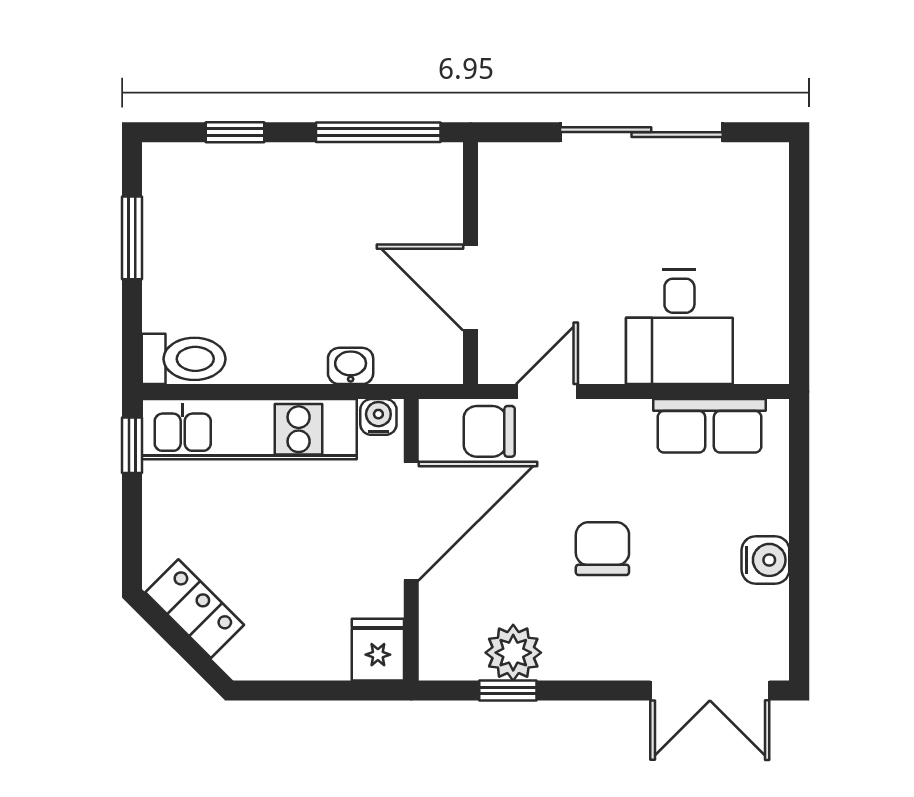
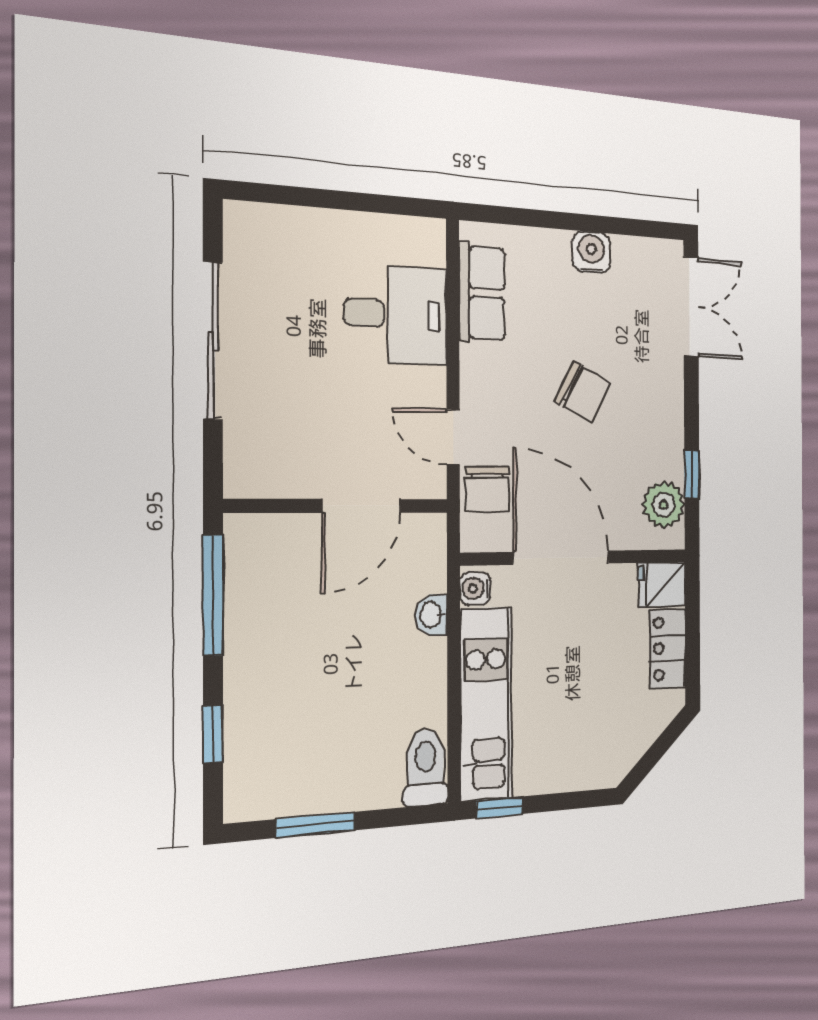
chair: (602, 549) -> (583, 392), turned -153
locker: (195, 609) -> (668, 648), moved, turned -45
plant: (513, 653) -> (664, 505), moved

